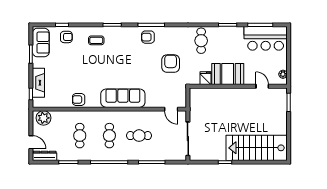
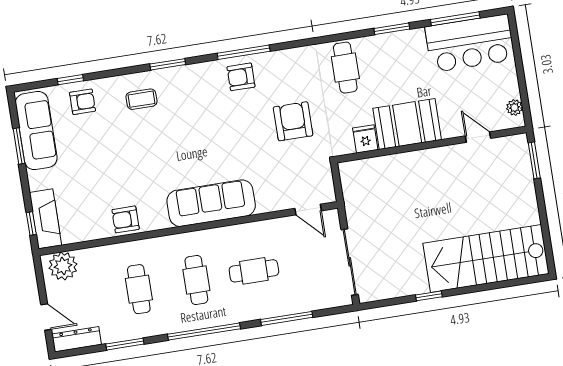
sofa: (41, 43) -> (36, 131), width x1.36
fireplace: (38, 83) -> (46, 219), moved

